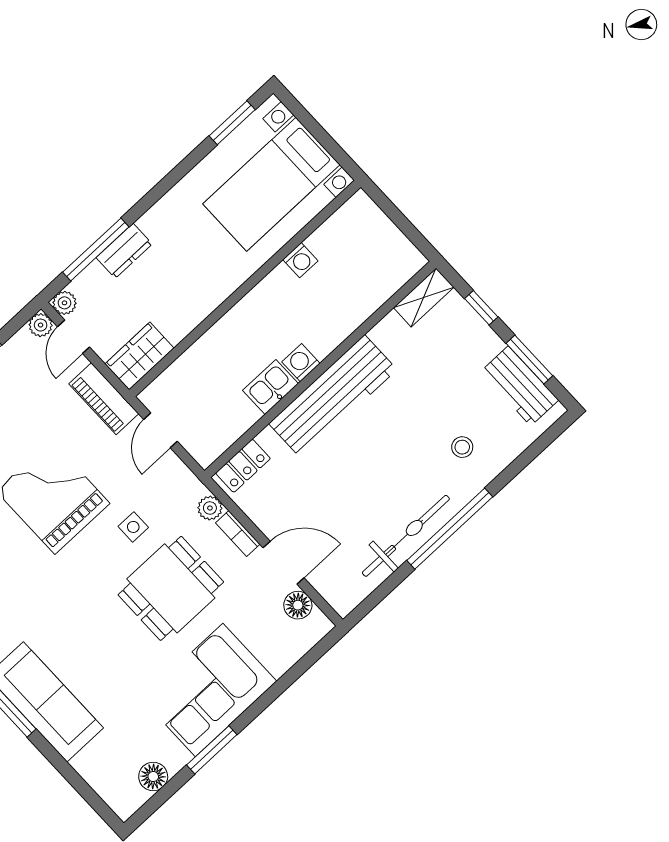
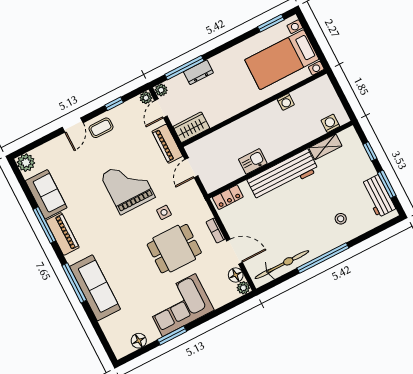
shelving: (424, 297) -> (325, 147), moved
washing machine: (301, 363) -> (330, 123), moved
plant: (210, 508) -> (243, 288), moved
bicycle: (406, 536) -> (282, 265), moved

